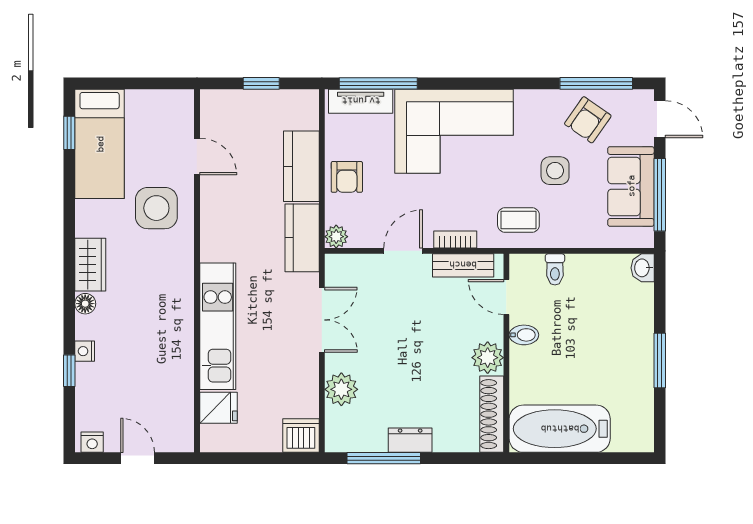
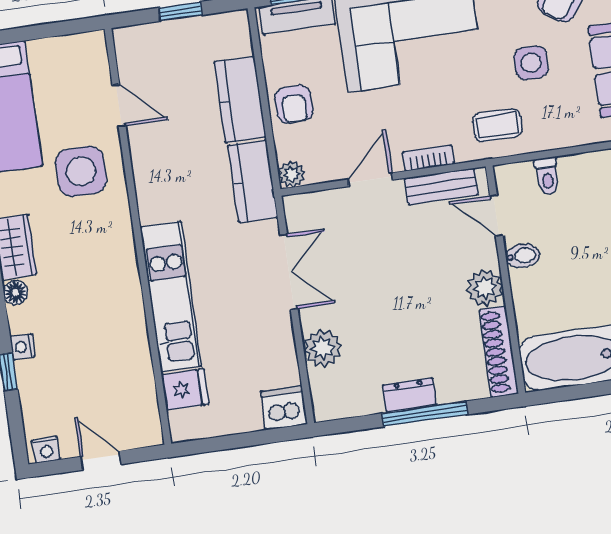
window: (384, 458) -> (425, 414), moved

